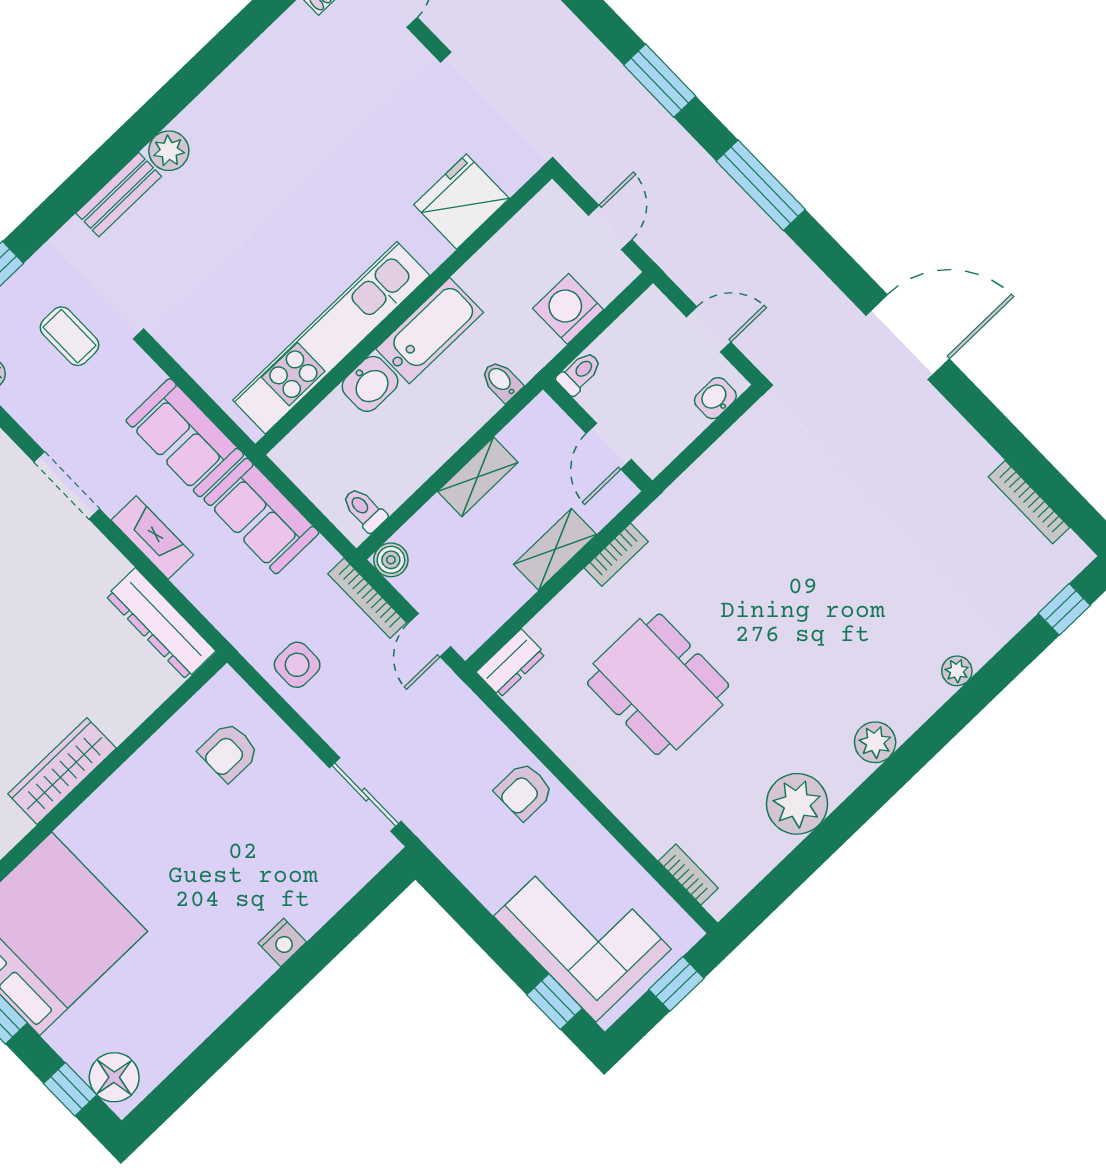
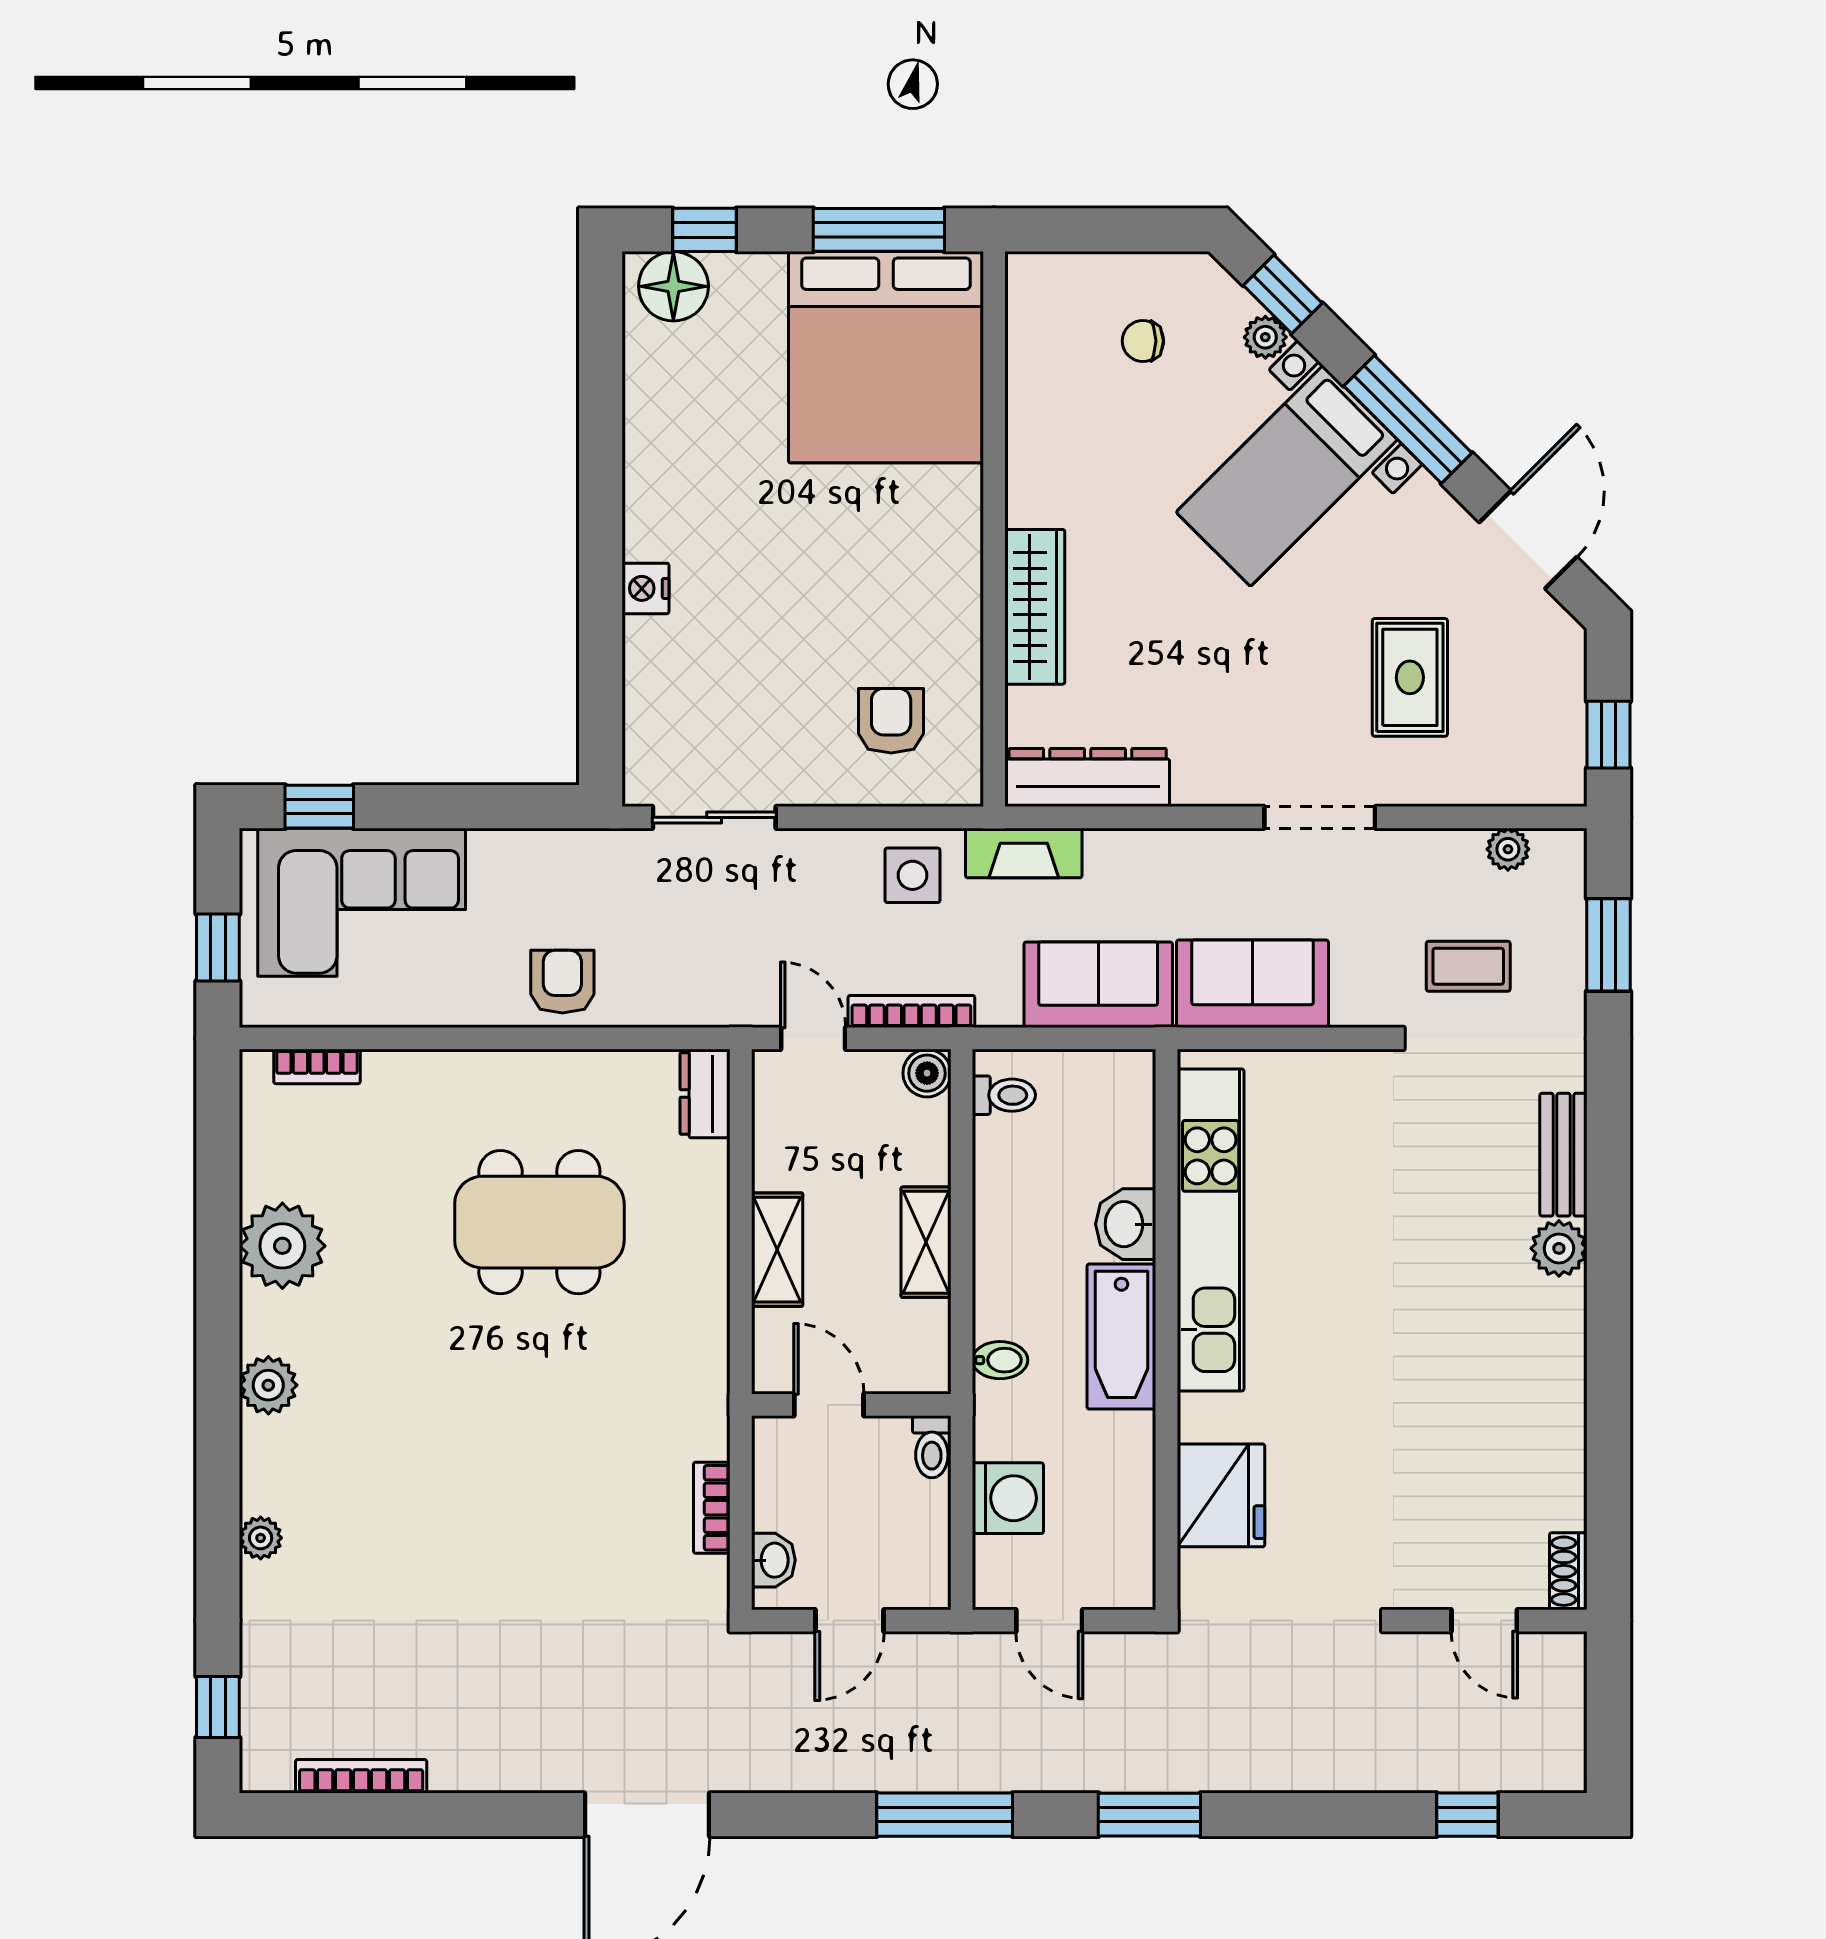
fireplace: (152, 538) -> (1024, 853), moved
bookcase: (616, 555) -> (712, 1508), moved
wardrobe: (62, 771) -> (1035, 607), moved

